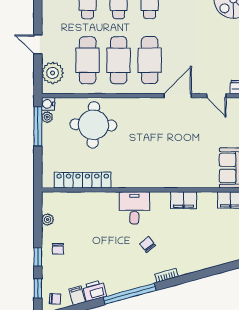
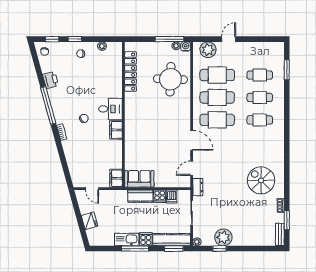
filing cabinet: (183, 200) -> (116, 130), moved
filing cabinet: (77, 296) -> (47, 68), removed

